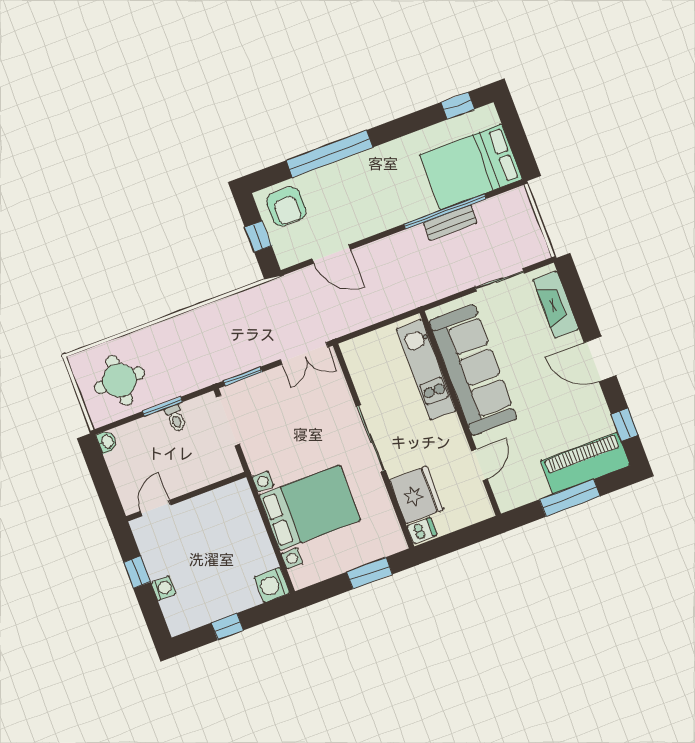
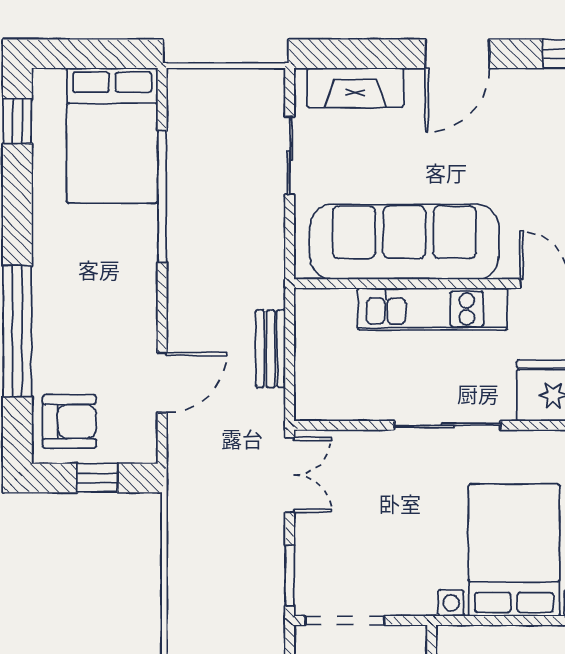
bench: (450, 223) -> (271, 349), moved
kitchen unit: (426, 370) -> (432, 309), moved

